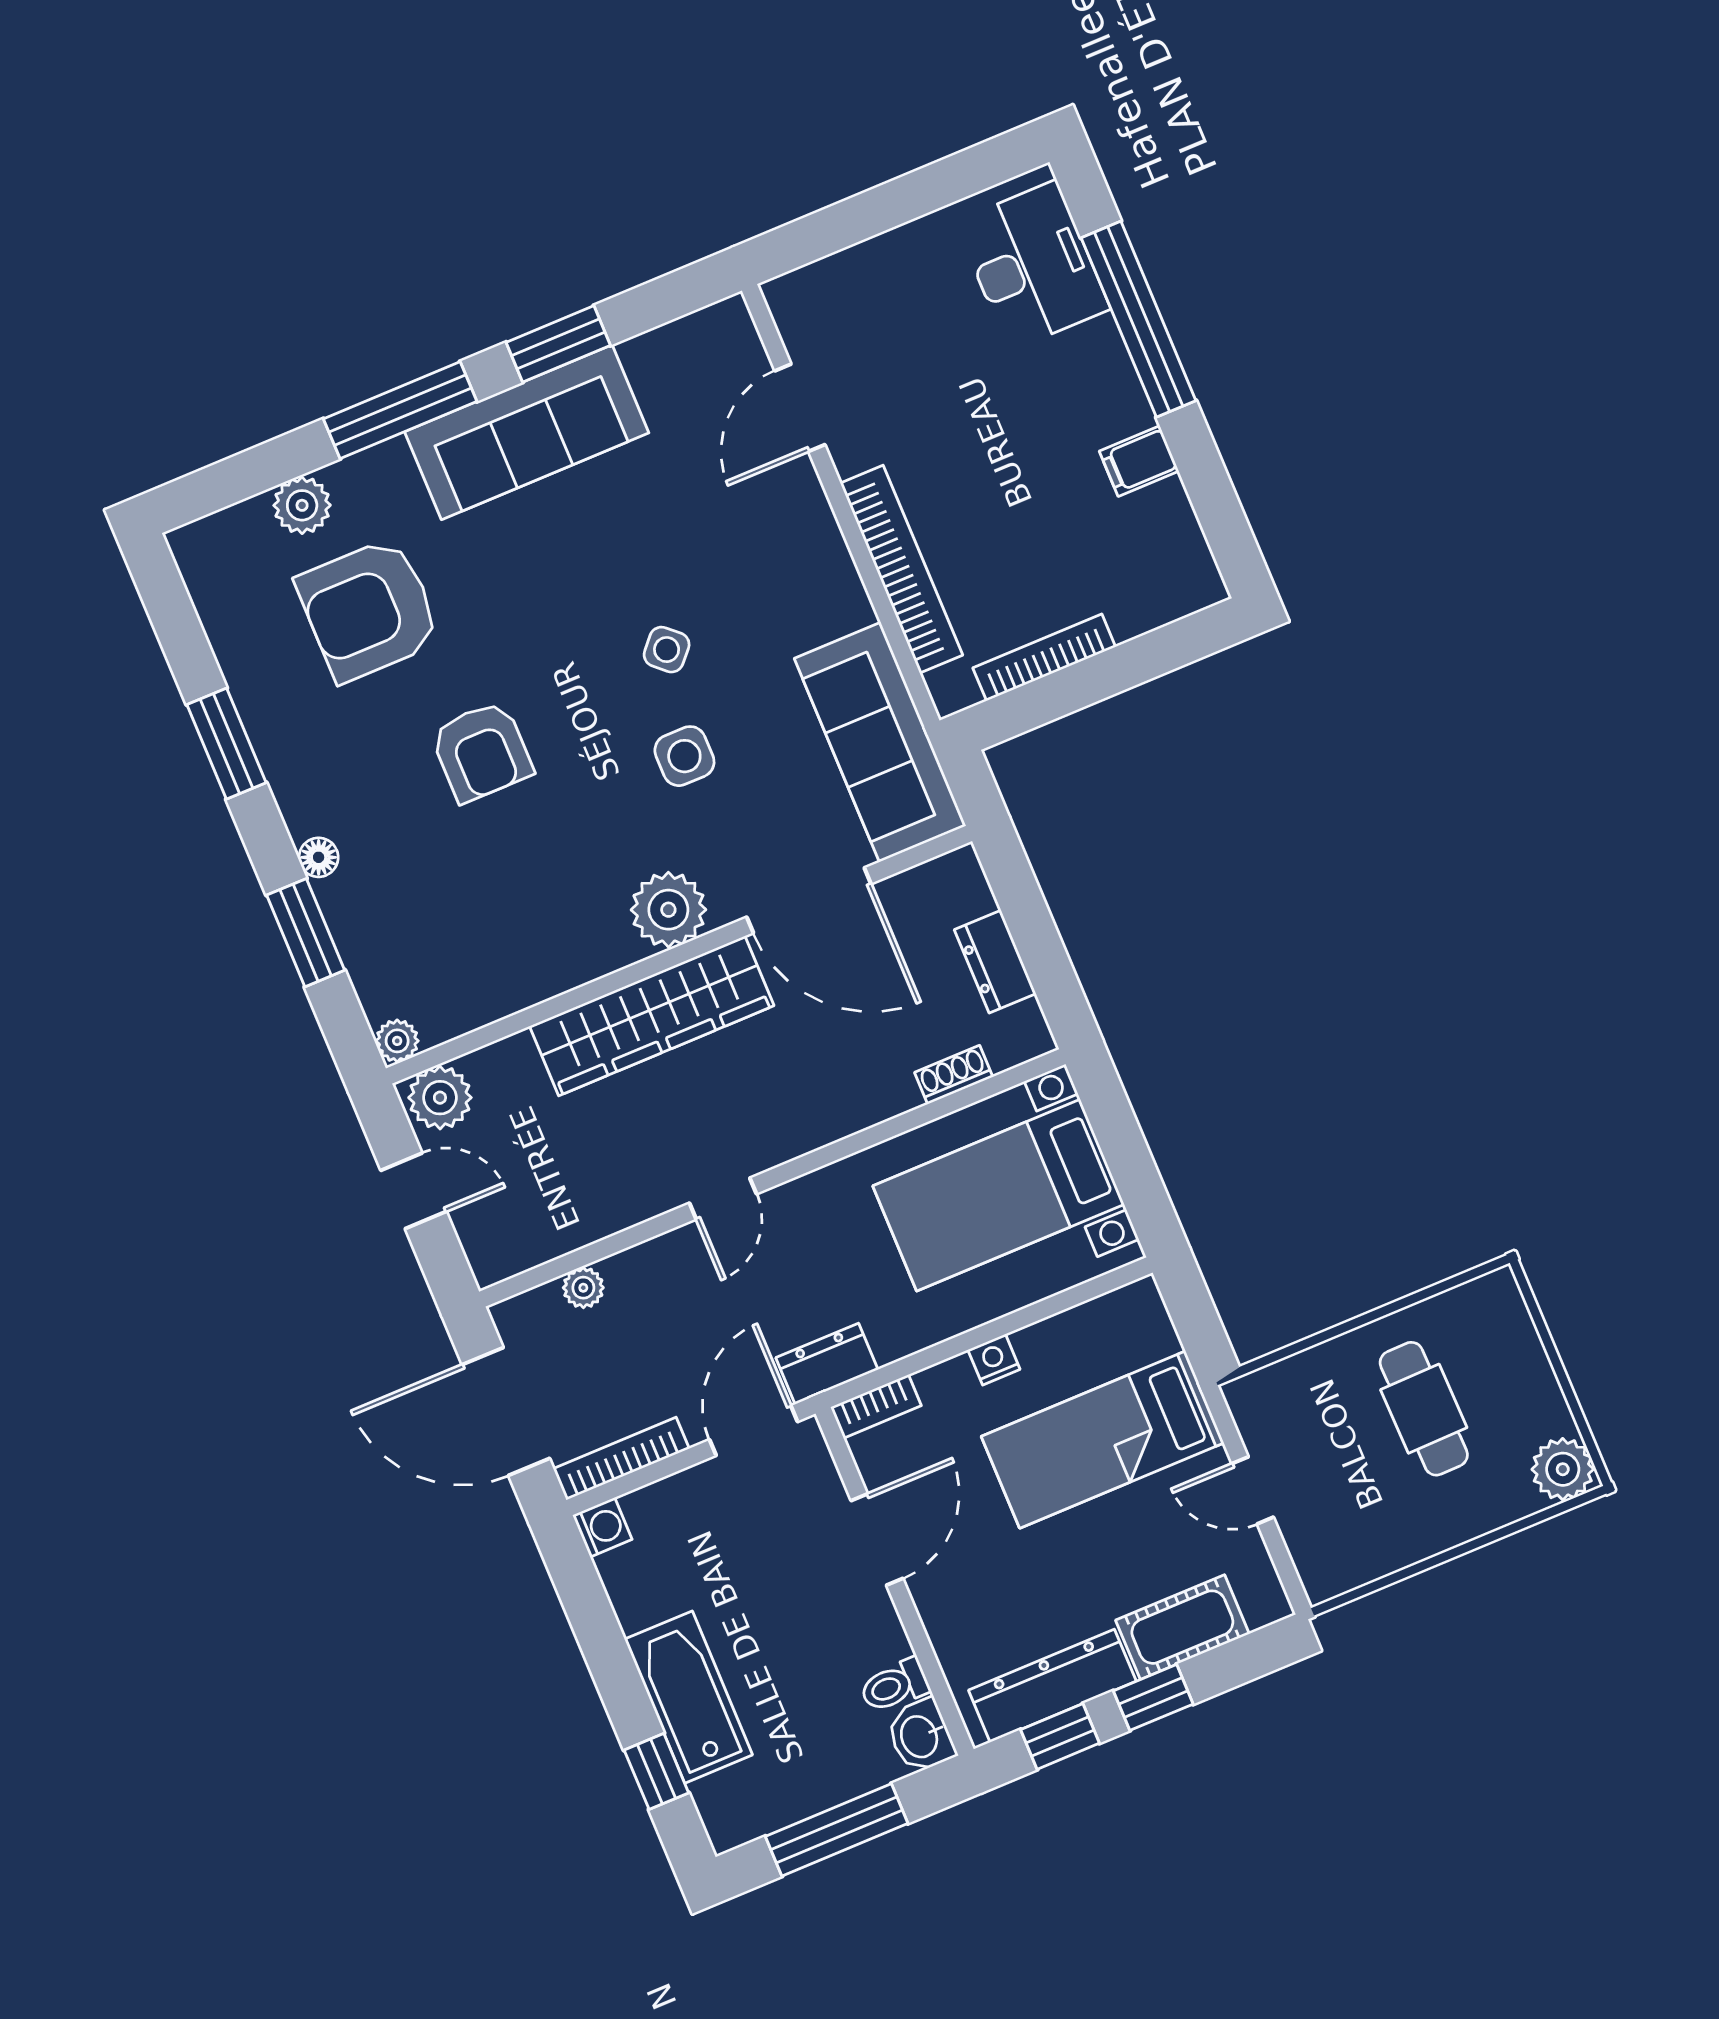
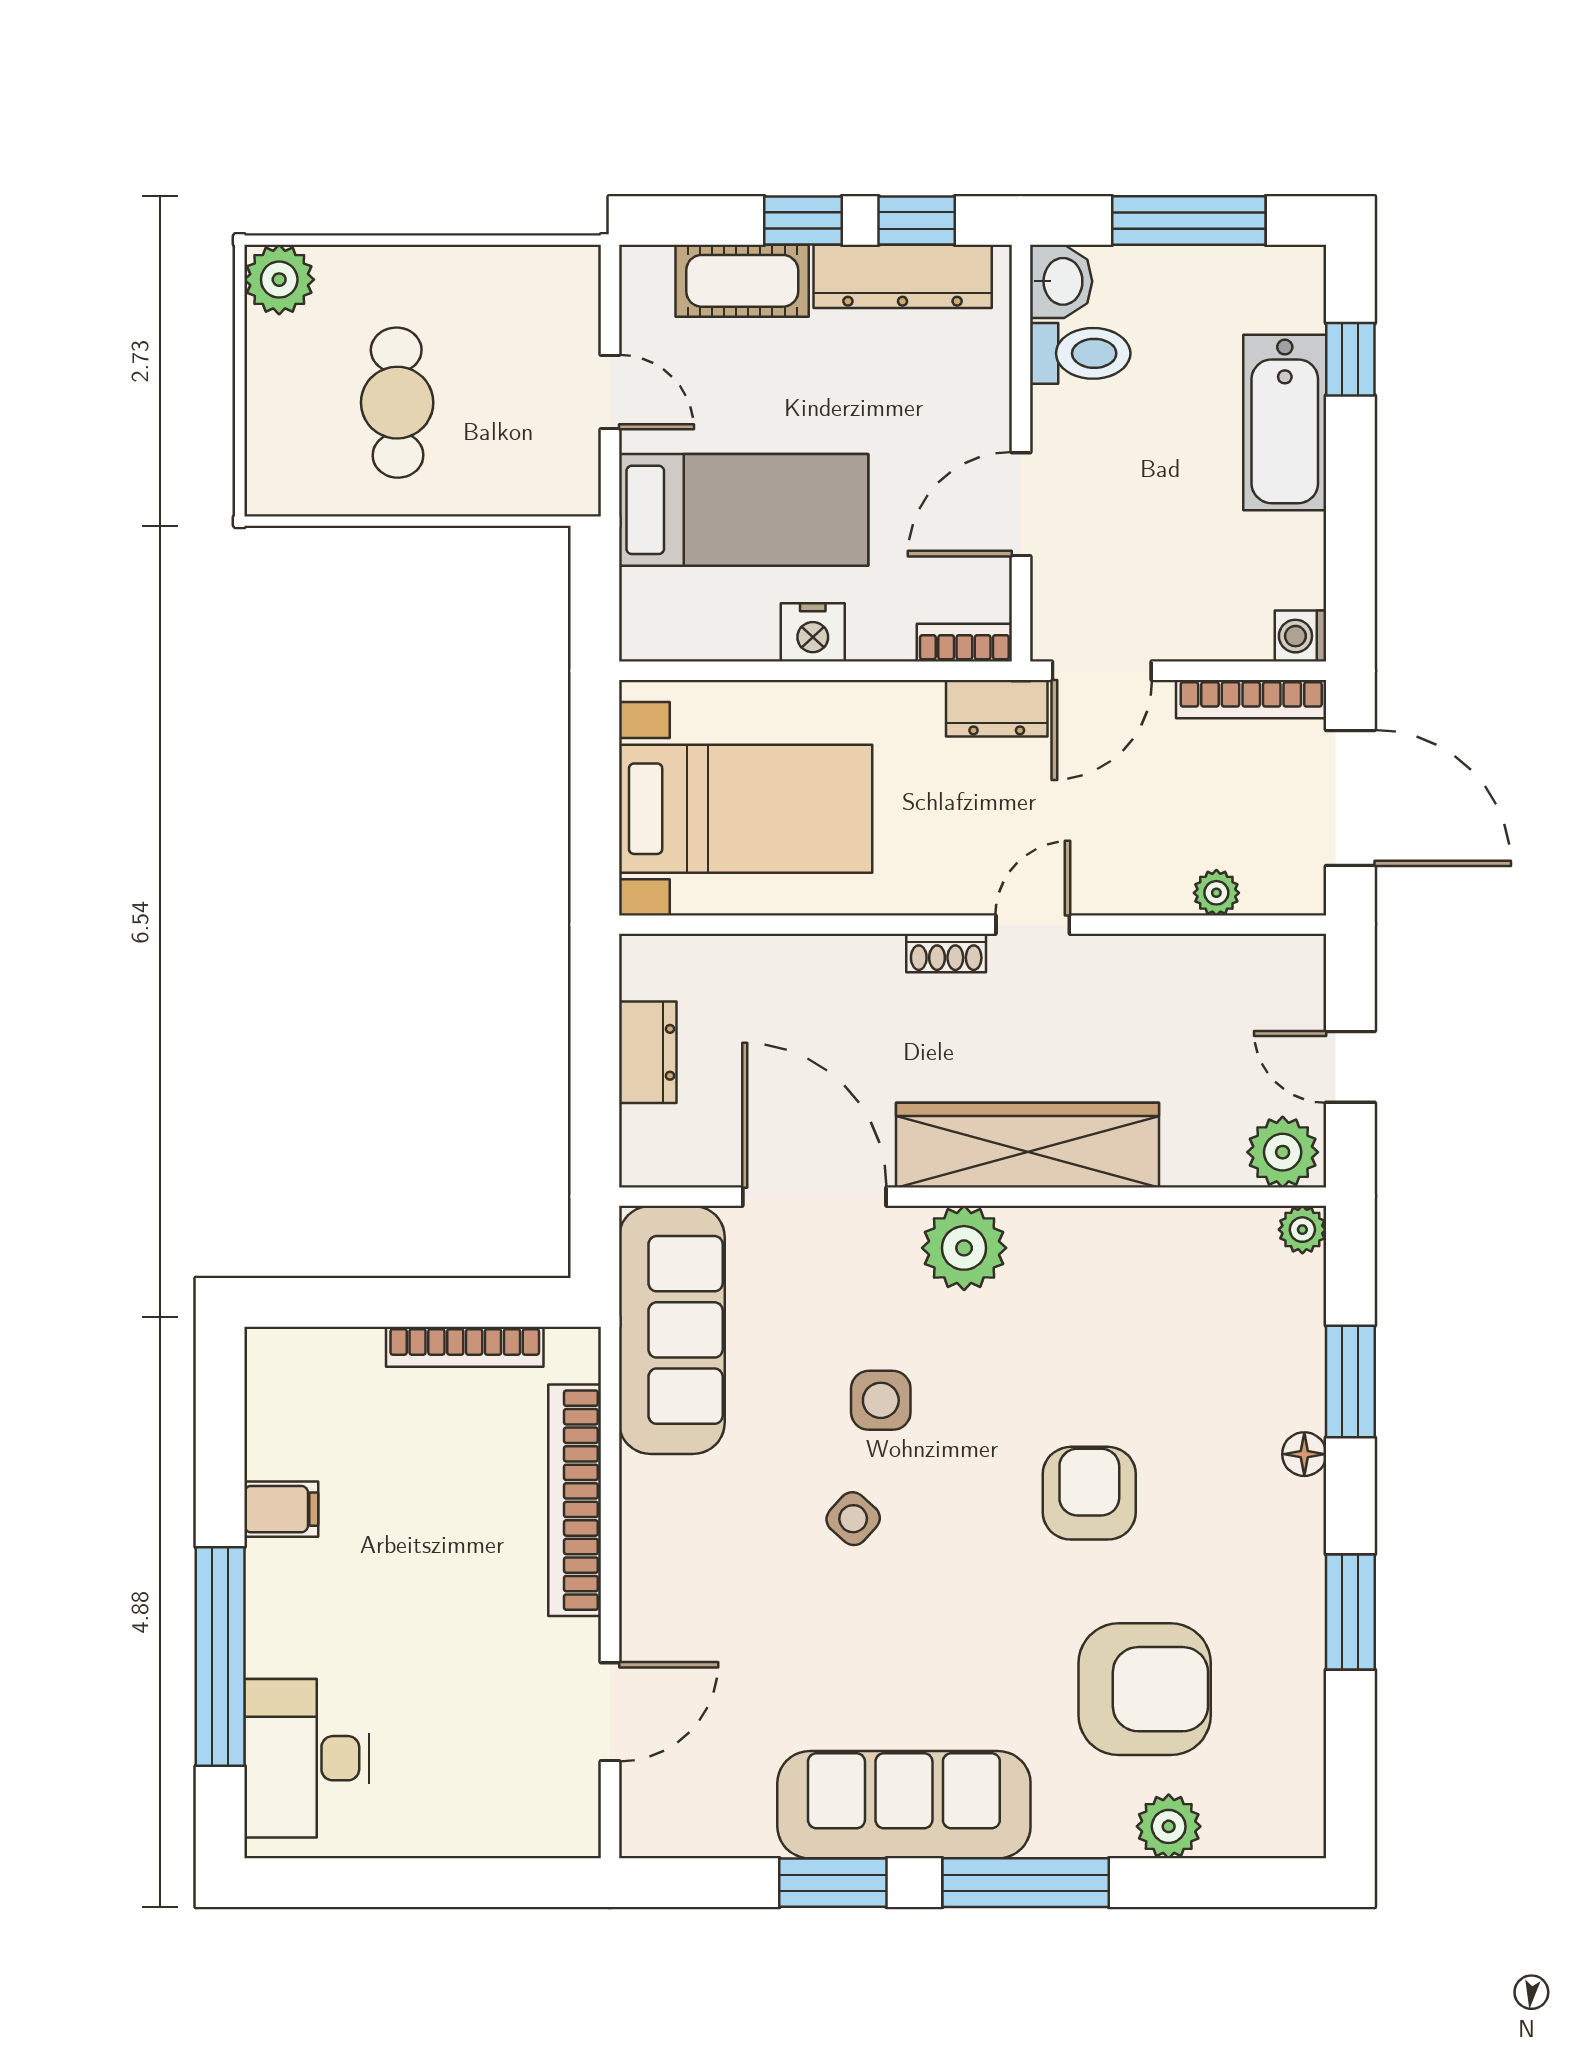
shoe rack: (954, 1075) -> (946, 953), moved
nightstand: (994, 1360) -> (813, 632), width x1.39, depth x1.35
toilet: (894, 1686) -> (1080, 353), width x1.37, depth x1.39

